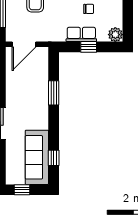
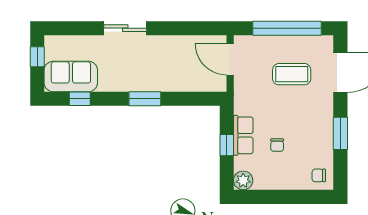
window: (54, 93) -> (145, 99), moved
sofa: (37, 157) -> (71, 76), width x0.73

